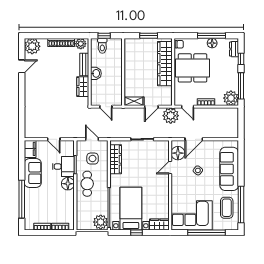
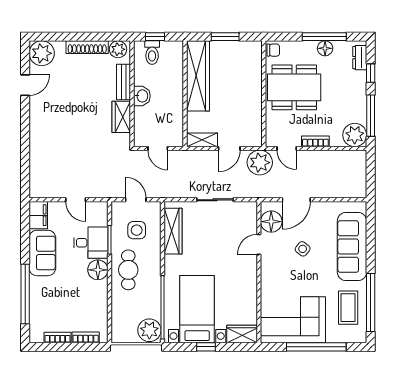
wardrobe: (165, 64) -> (198, 76), moved, turned 180

